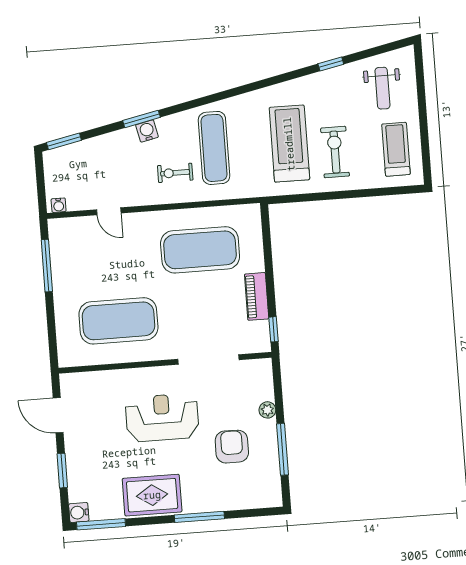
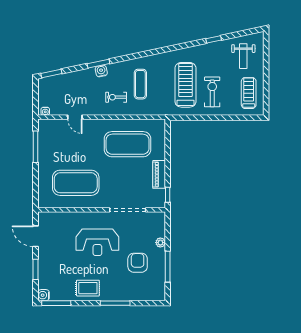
exercise mat: (214, 148) -> (140, 84), width x0.73, depth x0.69
reception desk: (162, 418) -> (97, 242), turned 180
rug: (152, 495) -> (88, 288), width x0.73, depth x0.70

